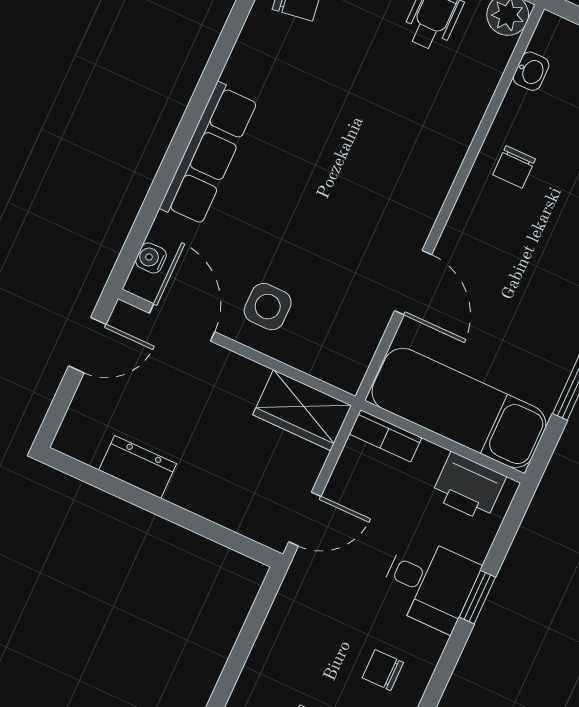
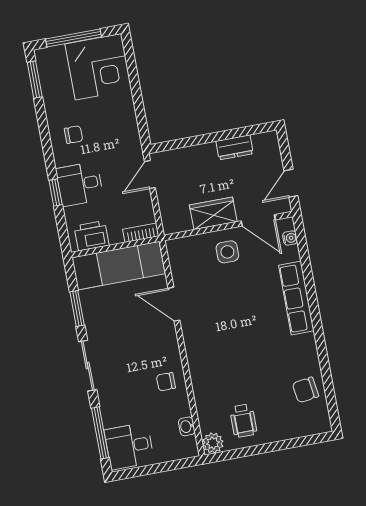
chair: (514, 167) -> (166, 382), turned -90
wardrobe: (302, 410) -> (213, 213), moved

